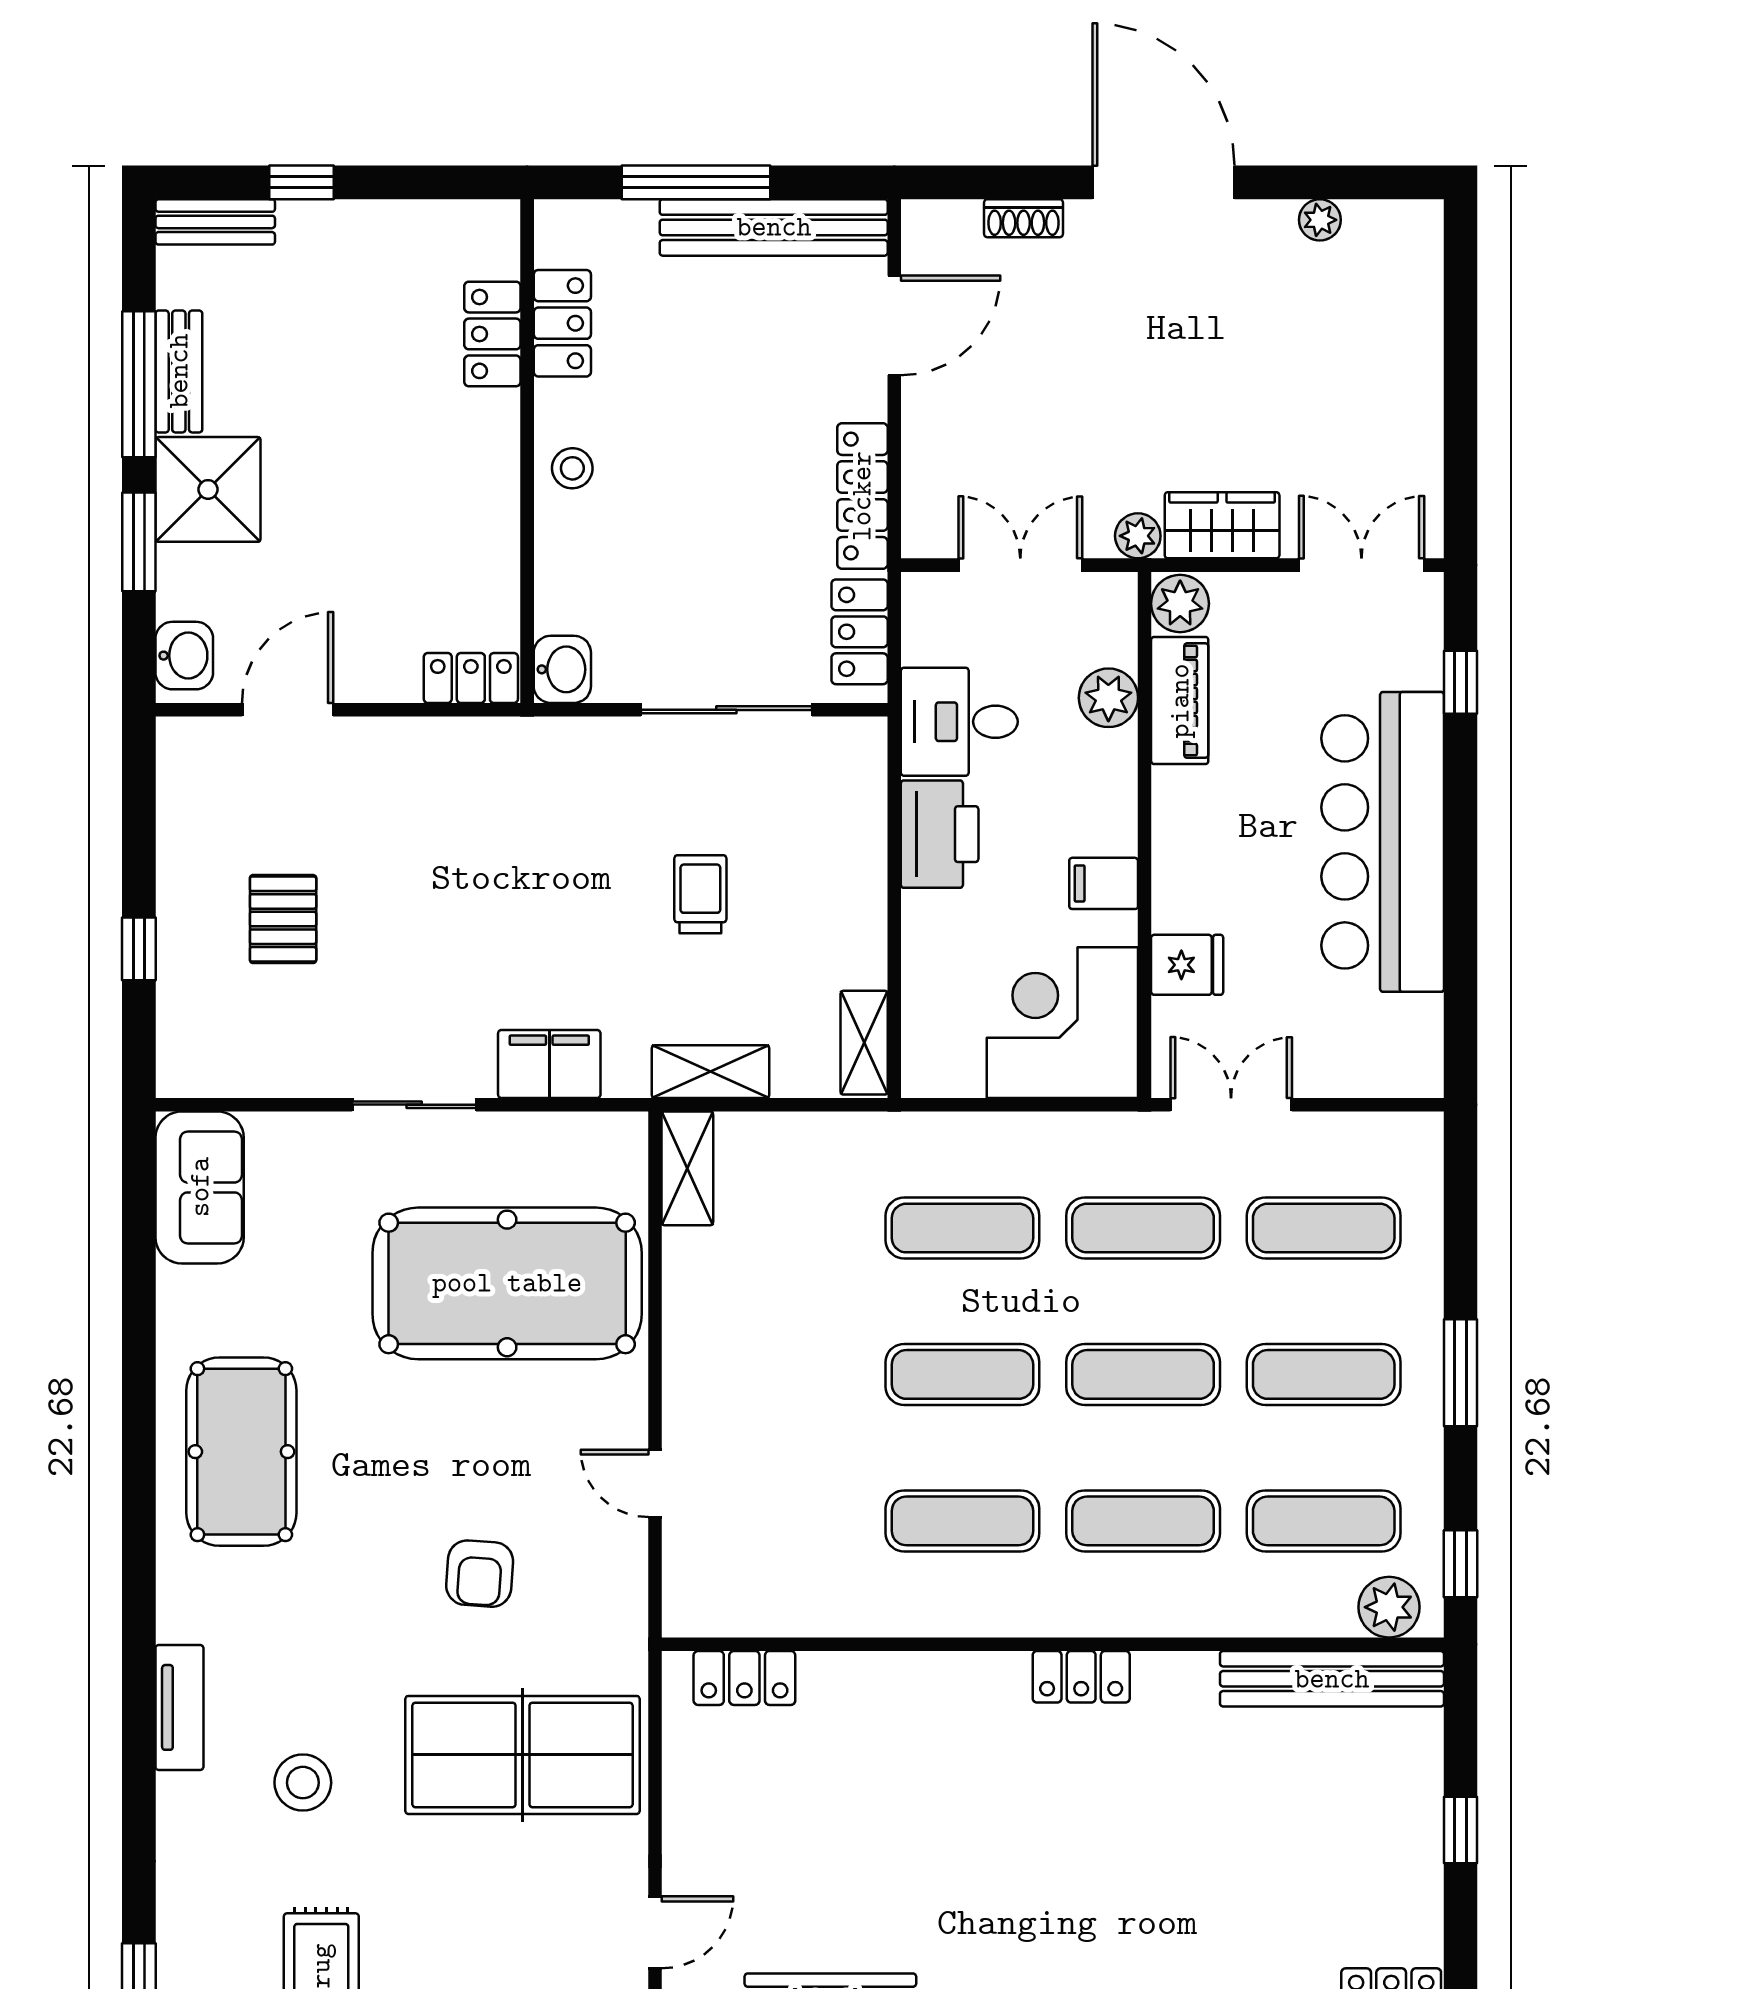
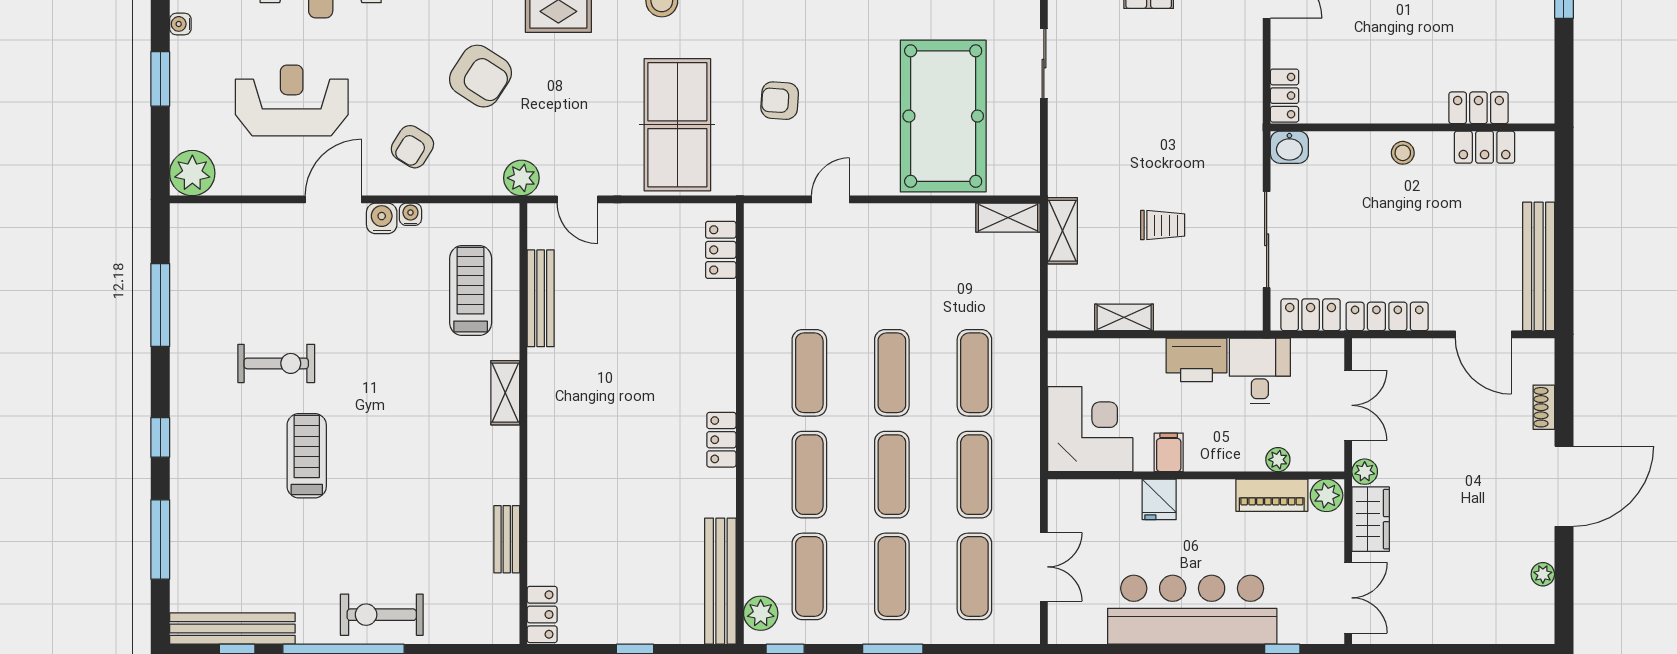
window: (696, 182) -> (1564, 223), removed
plant: (1108, 698) -> (1278, 460), width x0.73, depth x0.73
fridge: (1187, 965) -> (1159, 499), moved
shelving: (864, 1043) -> (1124, 317), moved
filing cabinet: (549, 1064) -> (1067, 140), removed
double door: (1231, 1105) -> (1044, 567), moved

